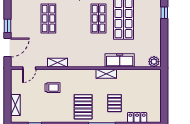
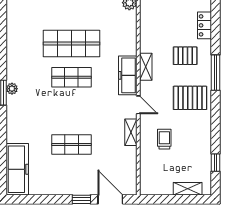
freezer: (120, 60) -> (128, 75), moved
door: (29, 68) -> (138, 105), moved

